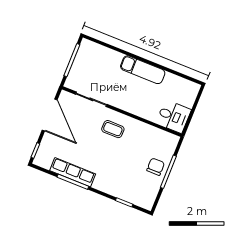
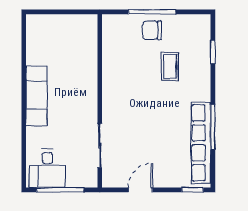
door: (50, 115) -> (141, 190), width x0.53
desk: (173, 116) -> (47, 168), moved, turned 180
coffee table: (113, 129) -> (170, 67), moved
row of seats: (73, 172) -> (201, 143), width x1.36

